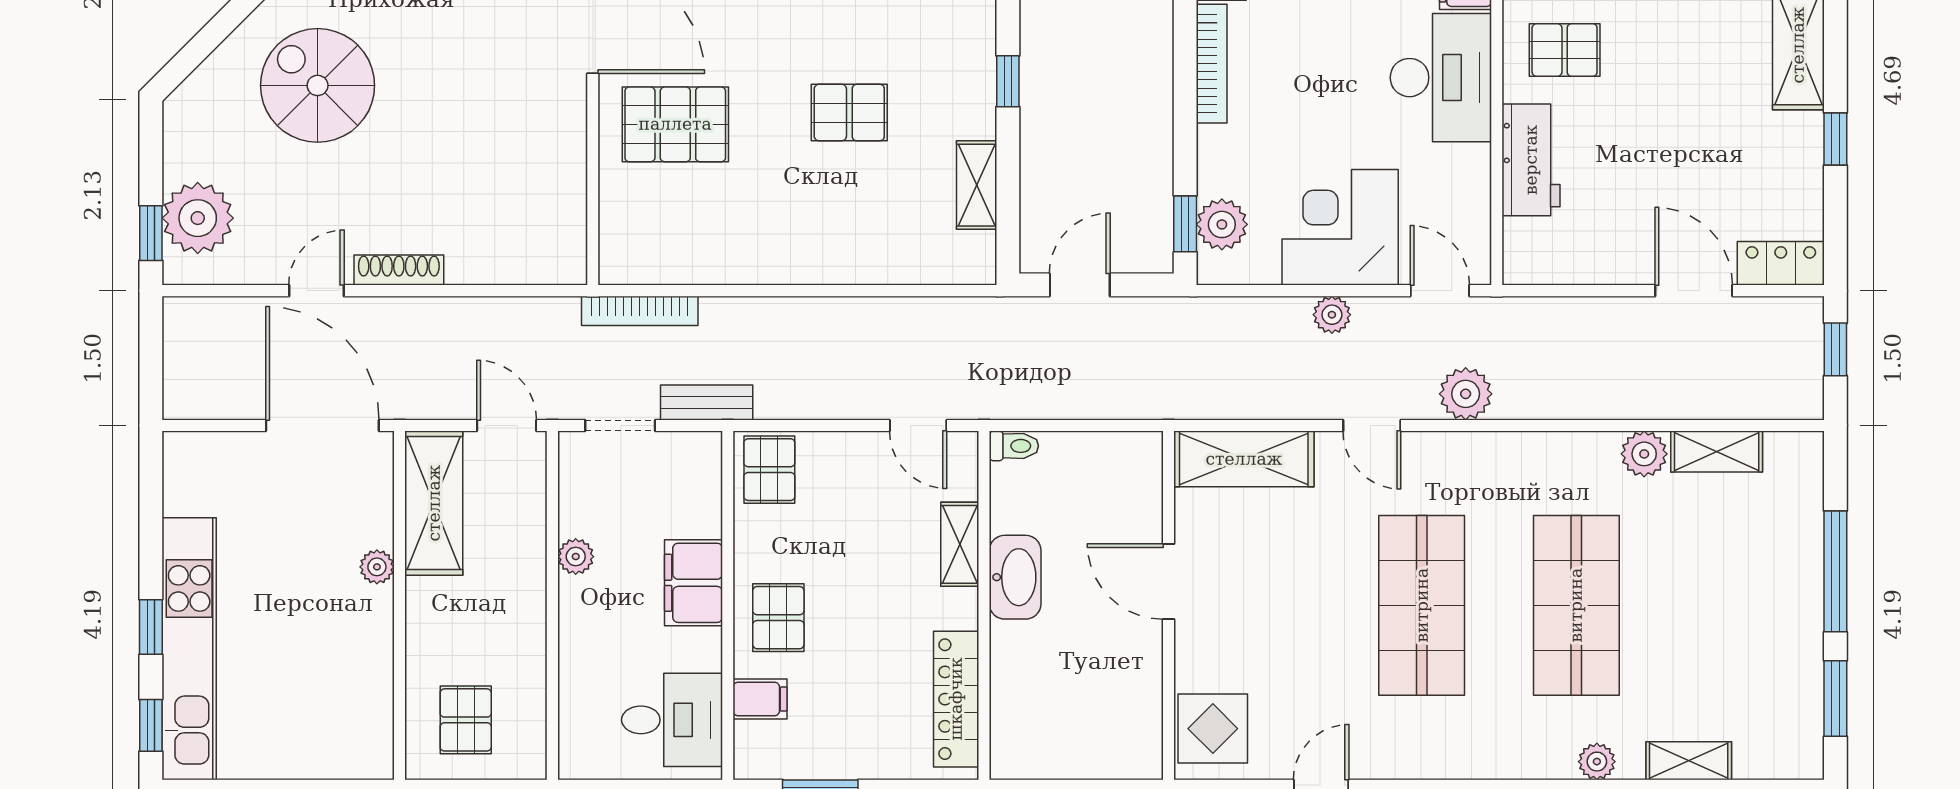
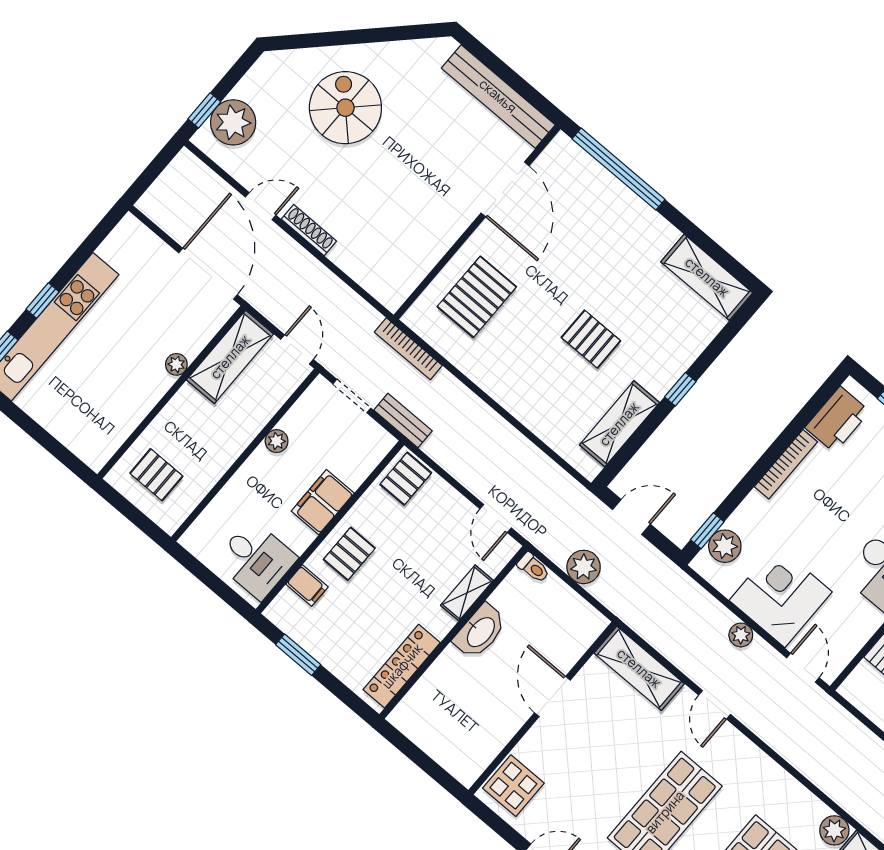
pallet: (675, 124) -> (477, 297), moved, turned 90
shelving: (977, 185) -> (619, 424), width x1.50, depth x1.33
plant: (1466, 394) -> (584, 567), moved
pallet: (466, 720) -> (156, 475), turned 90

